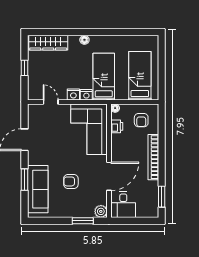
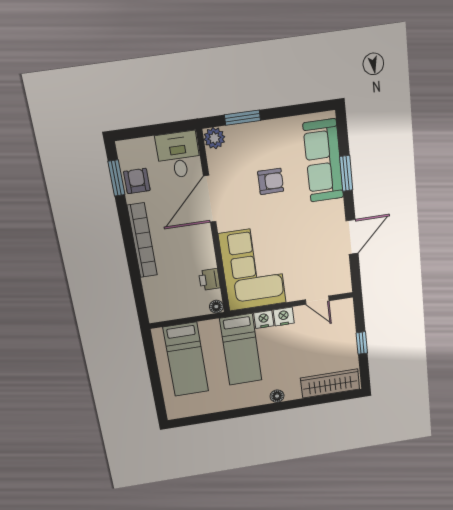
armchair: (141, 120) -> (137, 181), moved

